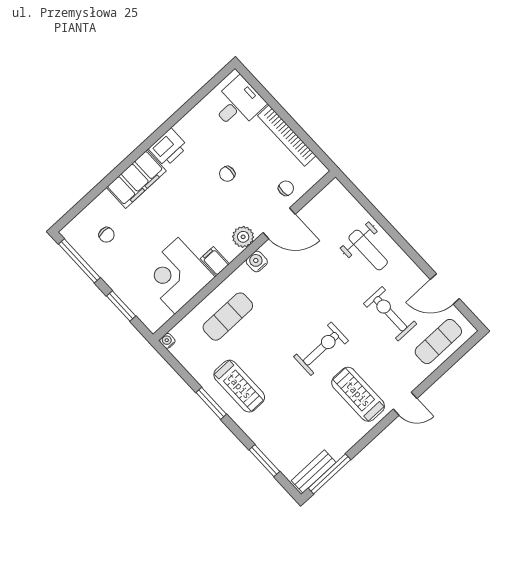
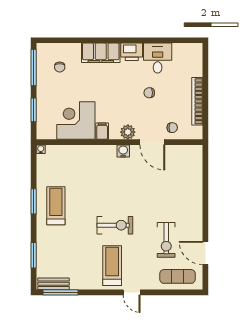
desk: (238, 104) -> (158, 58), moved, turned -90
weight bench: (368, 250) -> (185, 197), removed
exercise bike: (390, 314) -> (166, 240), turned 180
exercise mat: (228, 317) -> (83, 165), removed
treadmill: (239, 386) -> (56, 206), turned 180

